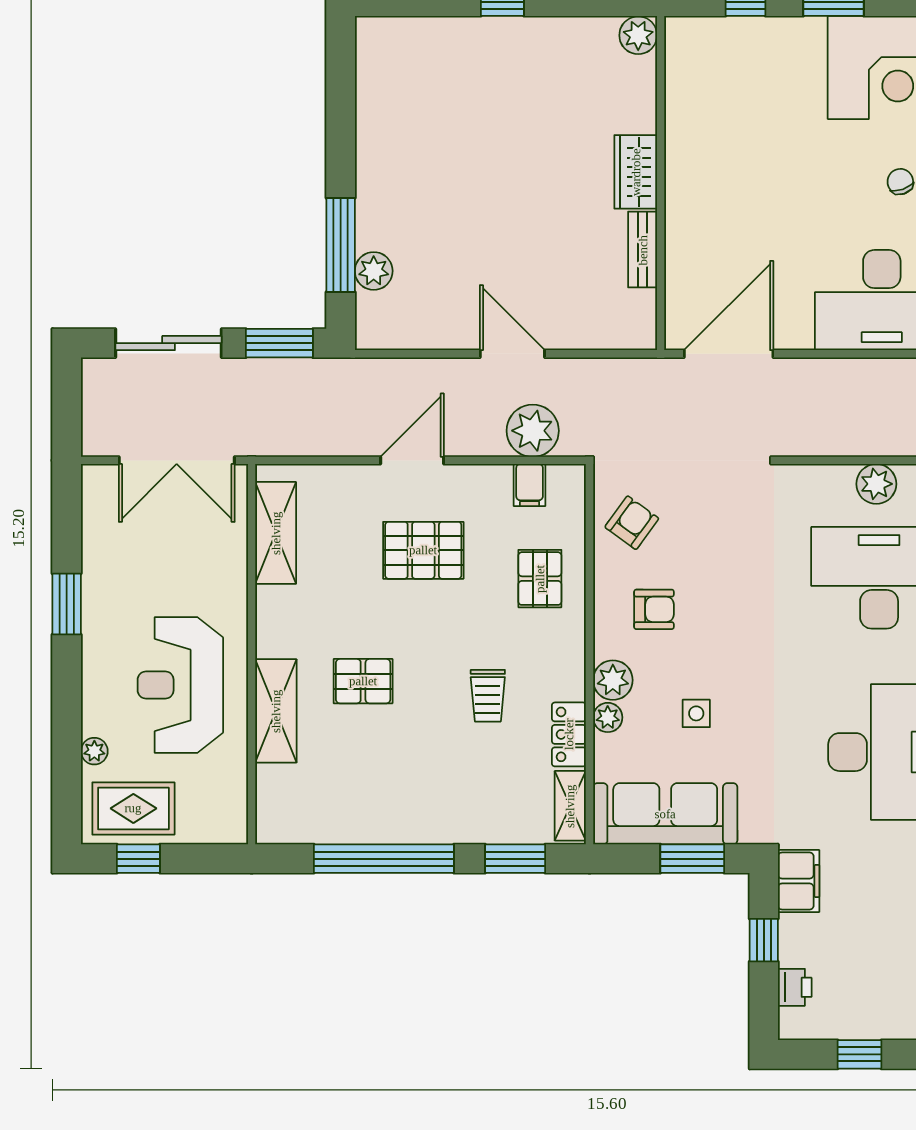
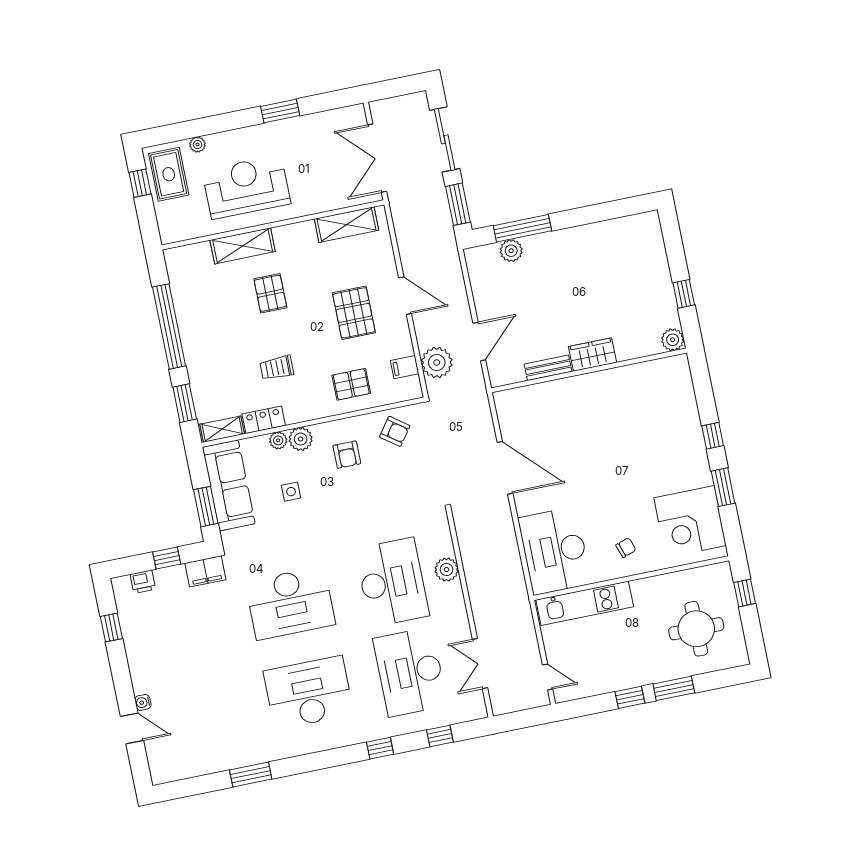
plant: (638, 35) -> (673, 340), moved
wardrobe: (636, 172) -> (593, 355), moved
wall: (661, 183) -> (589, 370), moved
bench: (643, 250) -> (548, 368), moved

